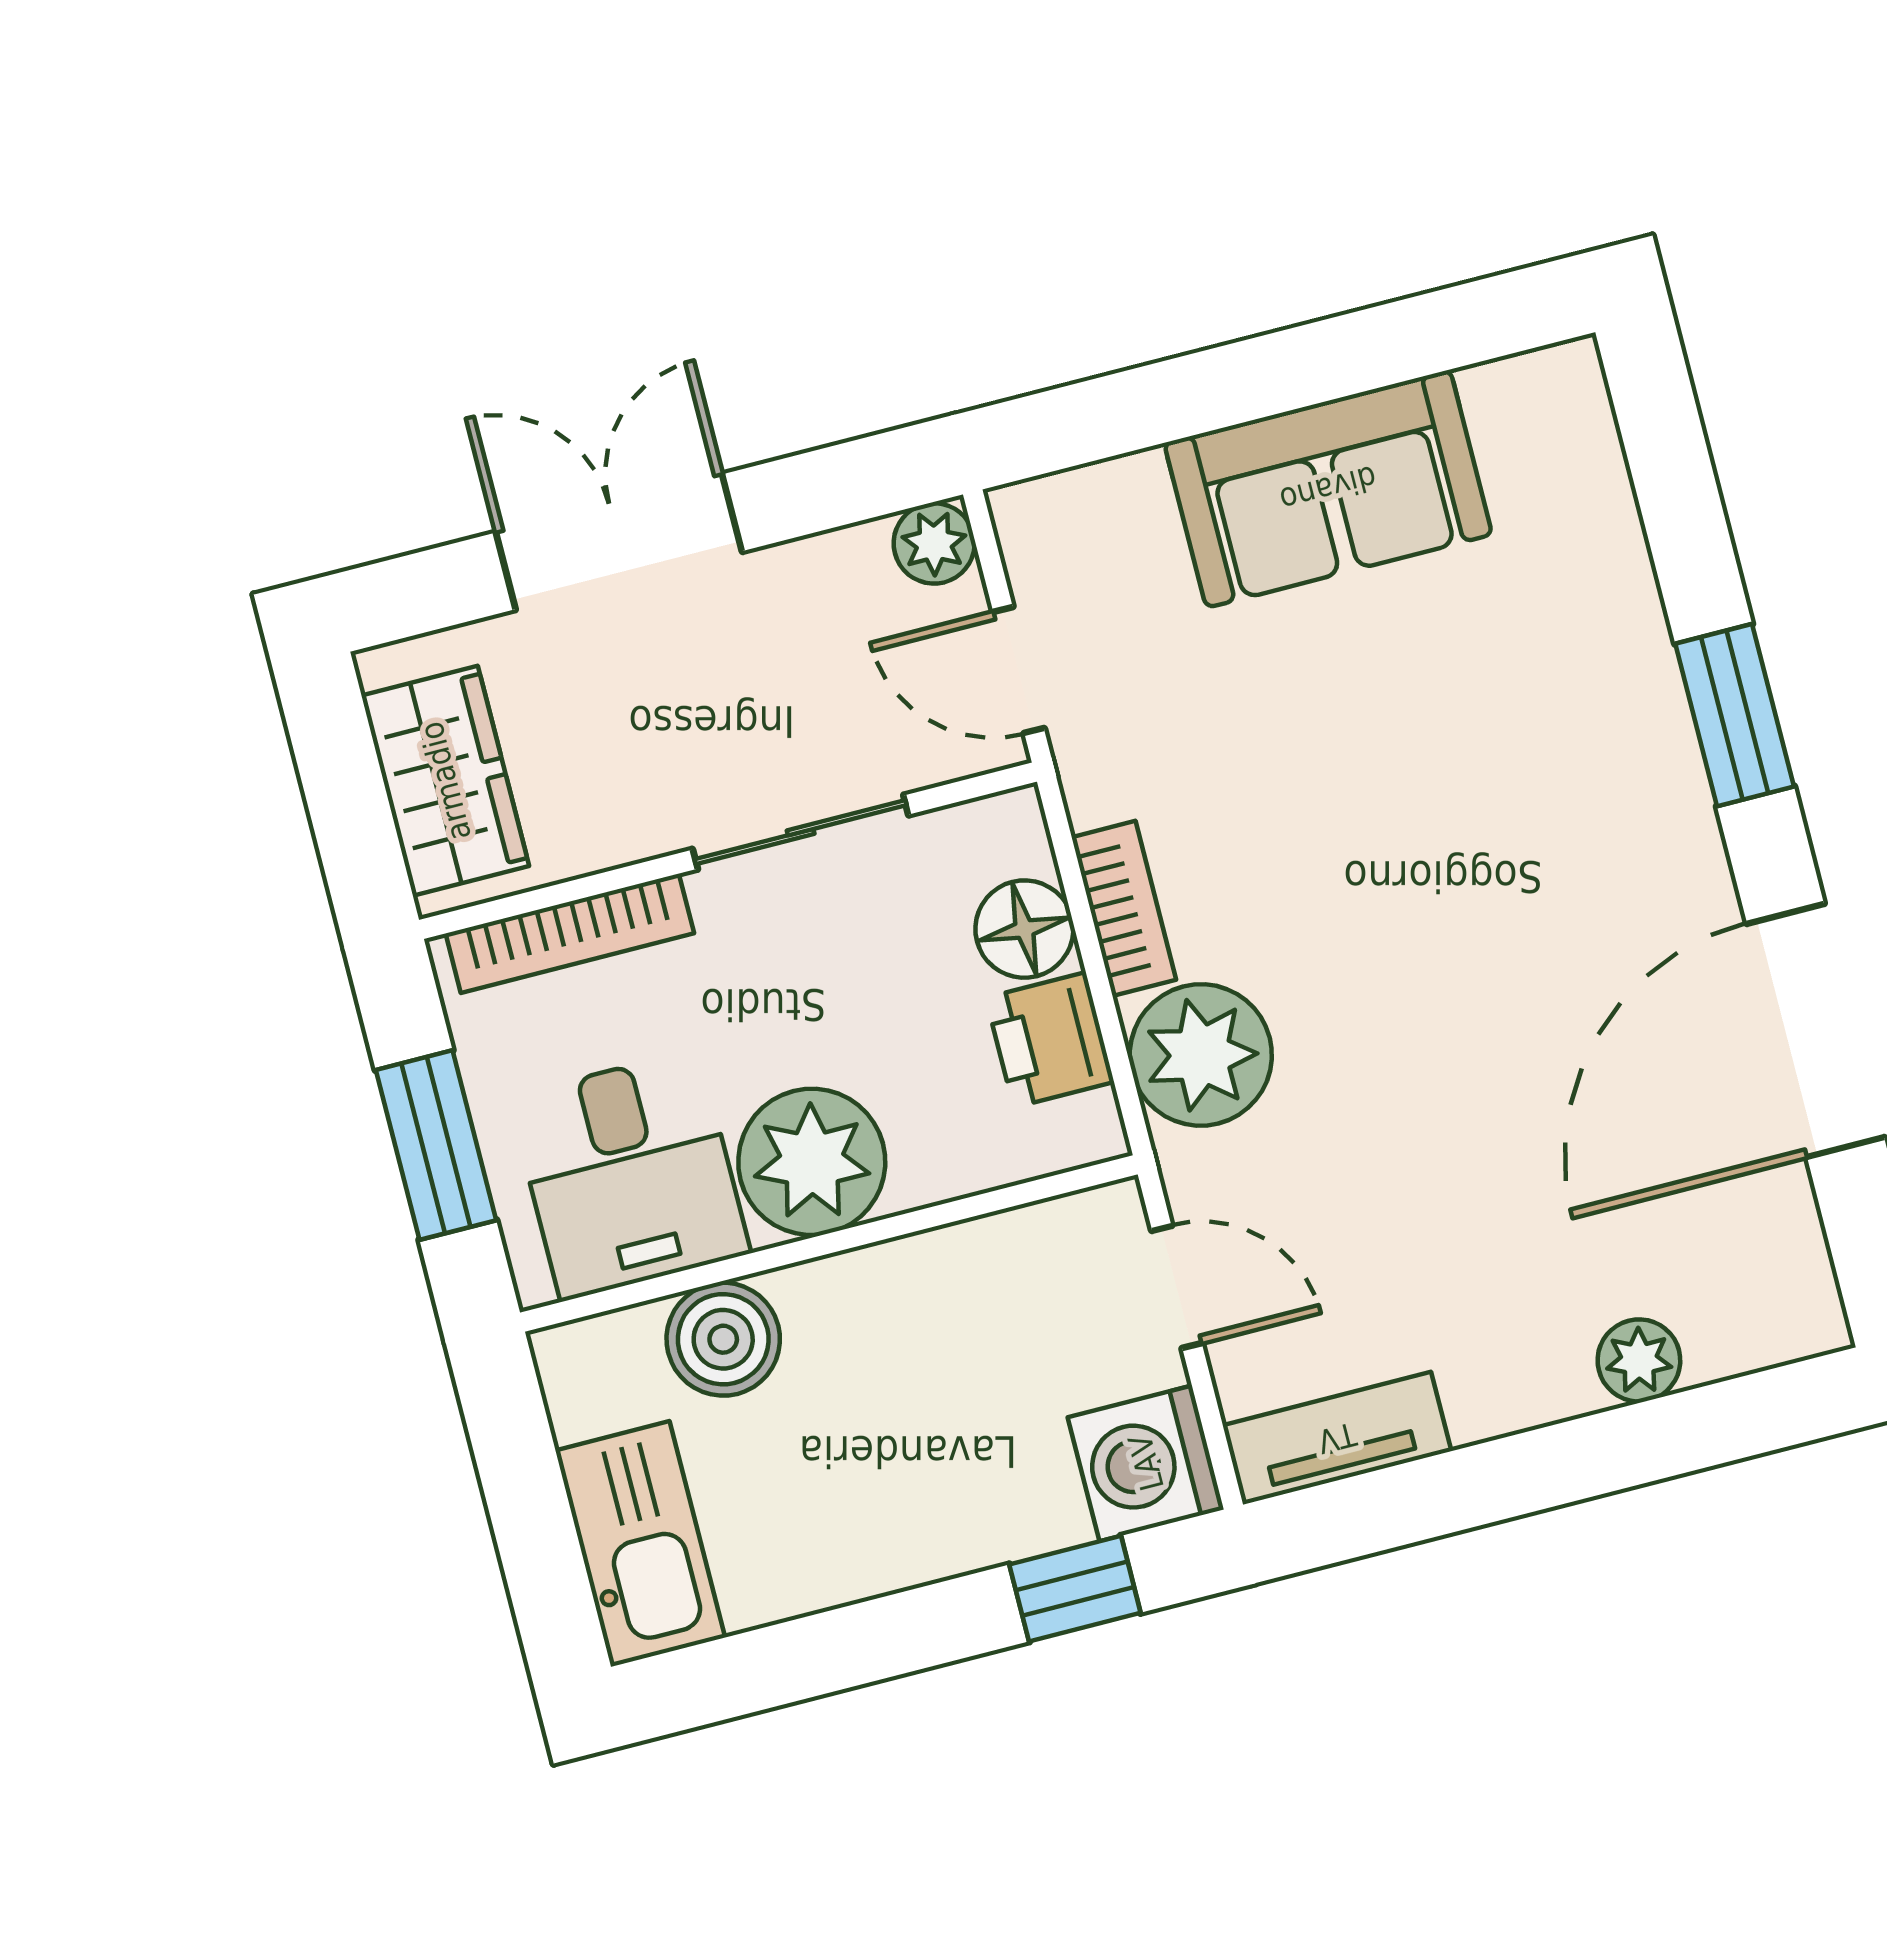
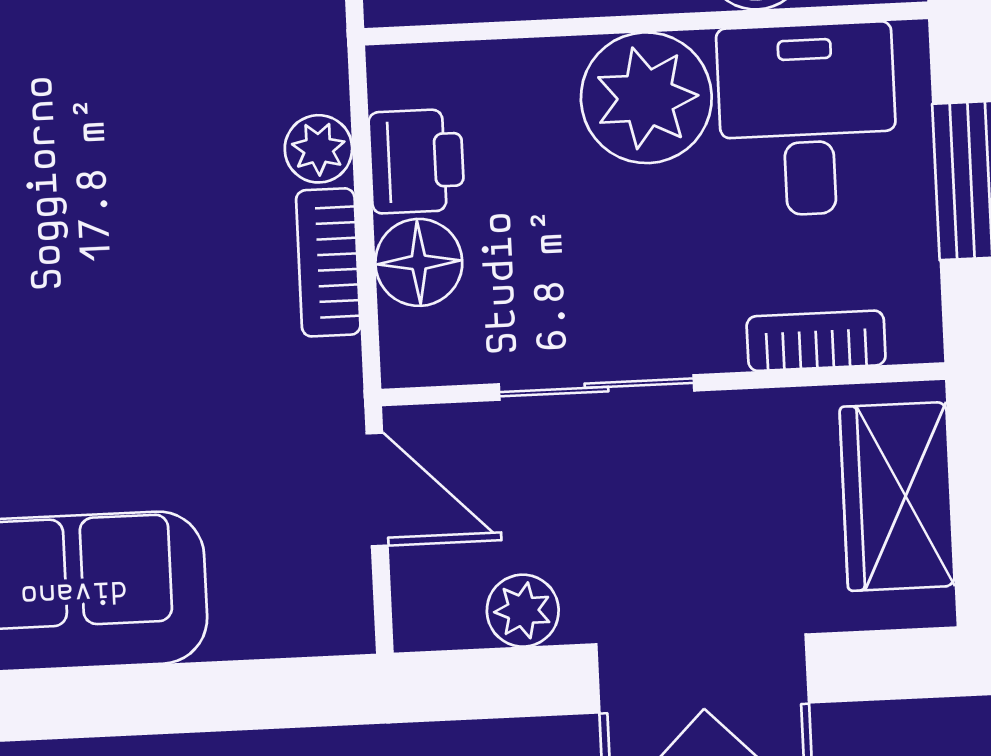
plant: (934, 543) -> (523, 611), moved
bookcase: (570, 933) -> (816, 341), width x0.64
plant: (1201, 1055) -> (318, 149), width x0.53, depth x0.53

